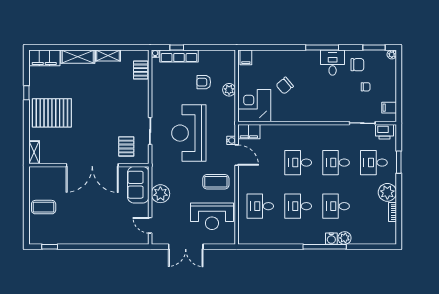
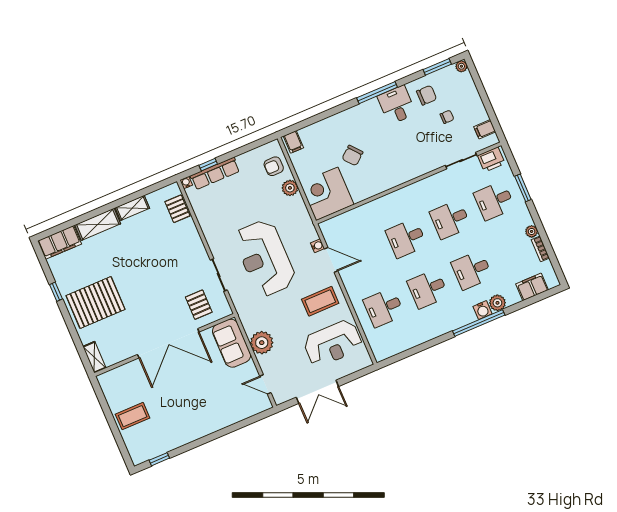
armchair: (204, 82) -> (274, 166), moved
filing cabinet: (249, 132) -> (532, 287), moved, turned 180
plant: (387, 192) -> (532, 231), width x0.53, depth x0.53

